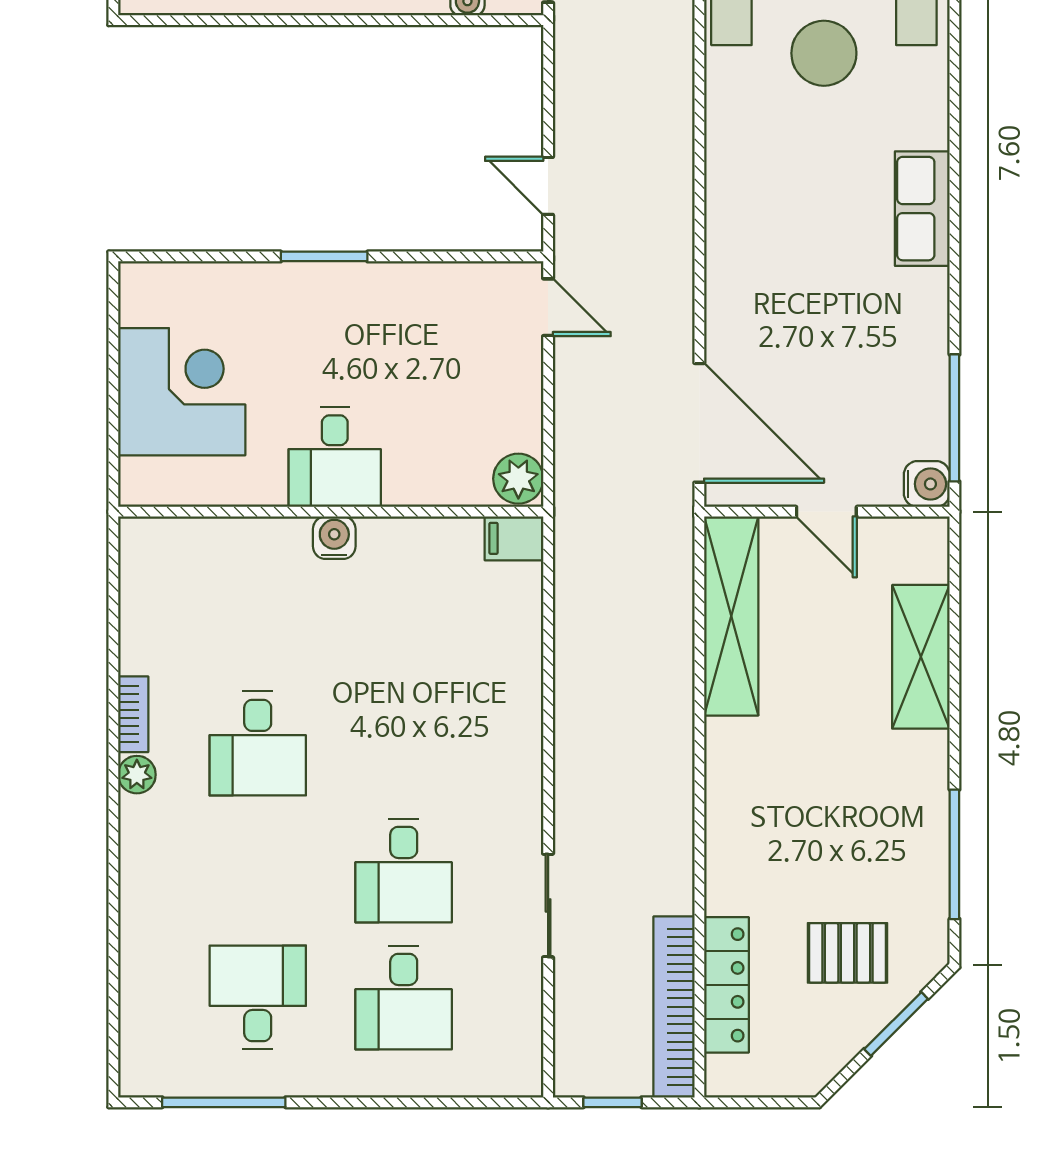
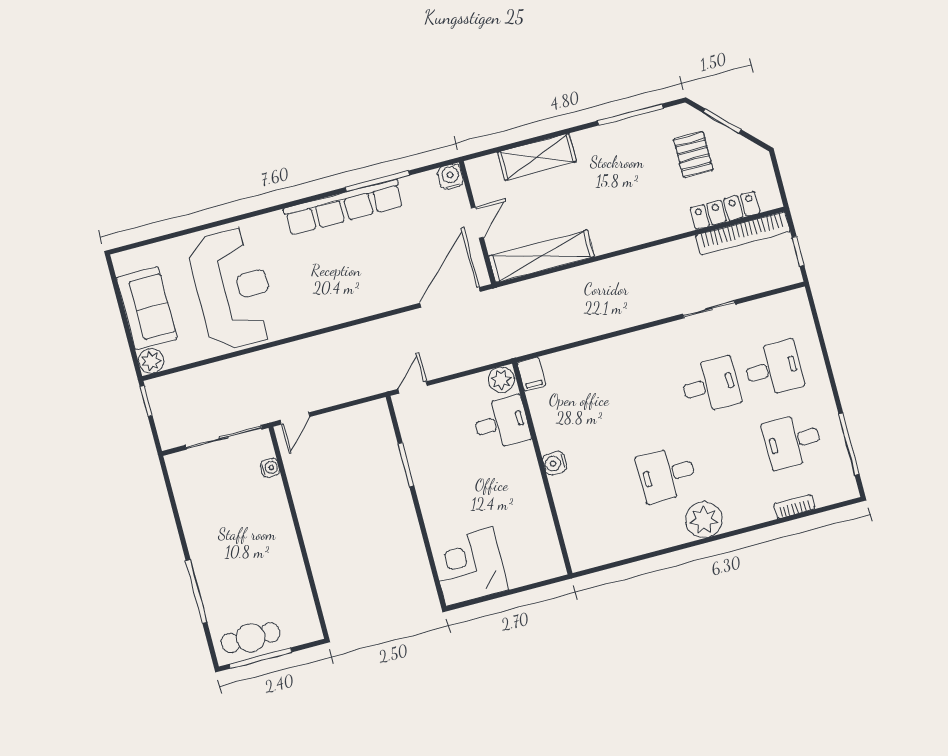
door: (548, 186) -> (295, 418), moved
row of seats: (922, 209) -> (344, 207), width x2.02
window: (324, 256) -> (406, 465), moved
corner desk: (182, 392) -> (469, 567), moved
window: (954, 418) -> (378, 181), moved
desk: (335, 457) -> (501, 423), moved
bookcase: (133, 714) -> (794, 507), moved
desk: (258, 743) -> (667, 474), turned 180
plant: (137, 775) -> (704, 520), width x1.87, depth x1.87

